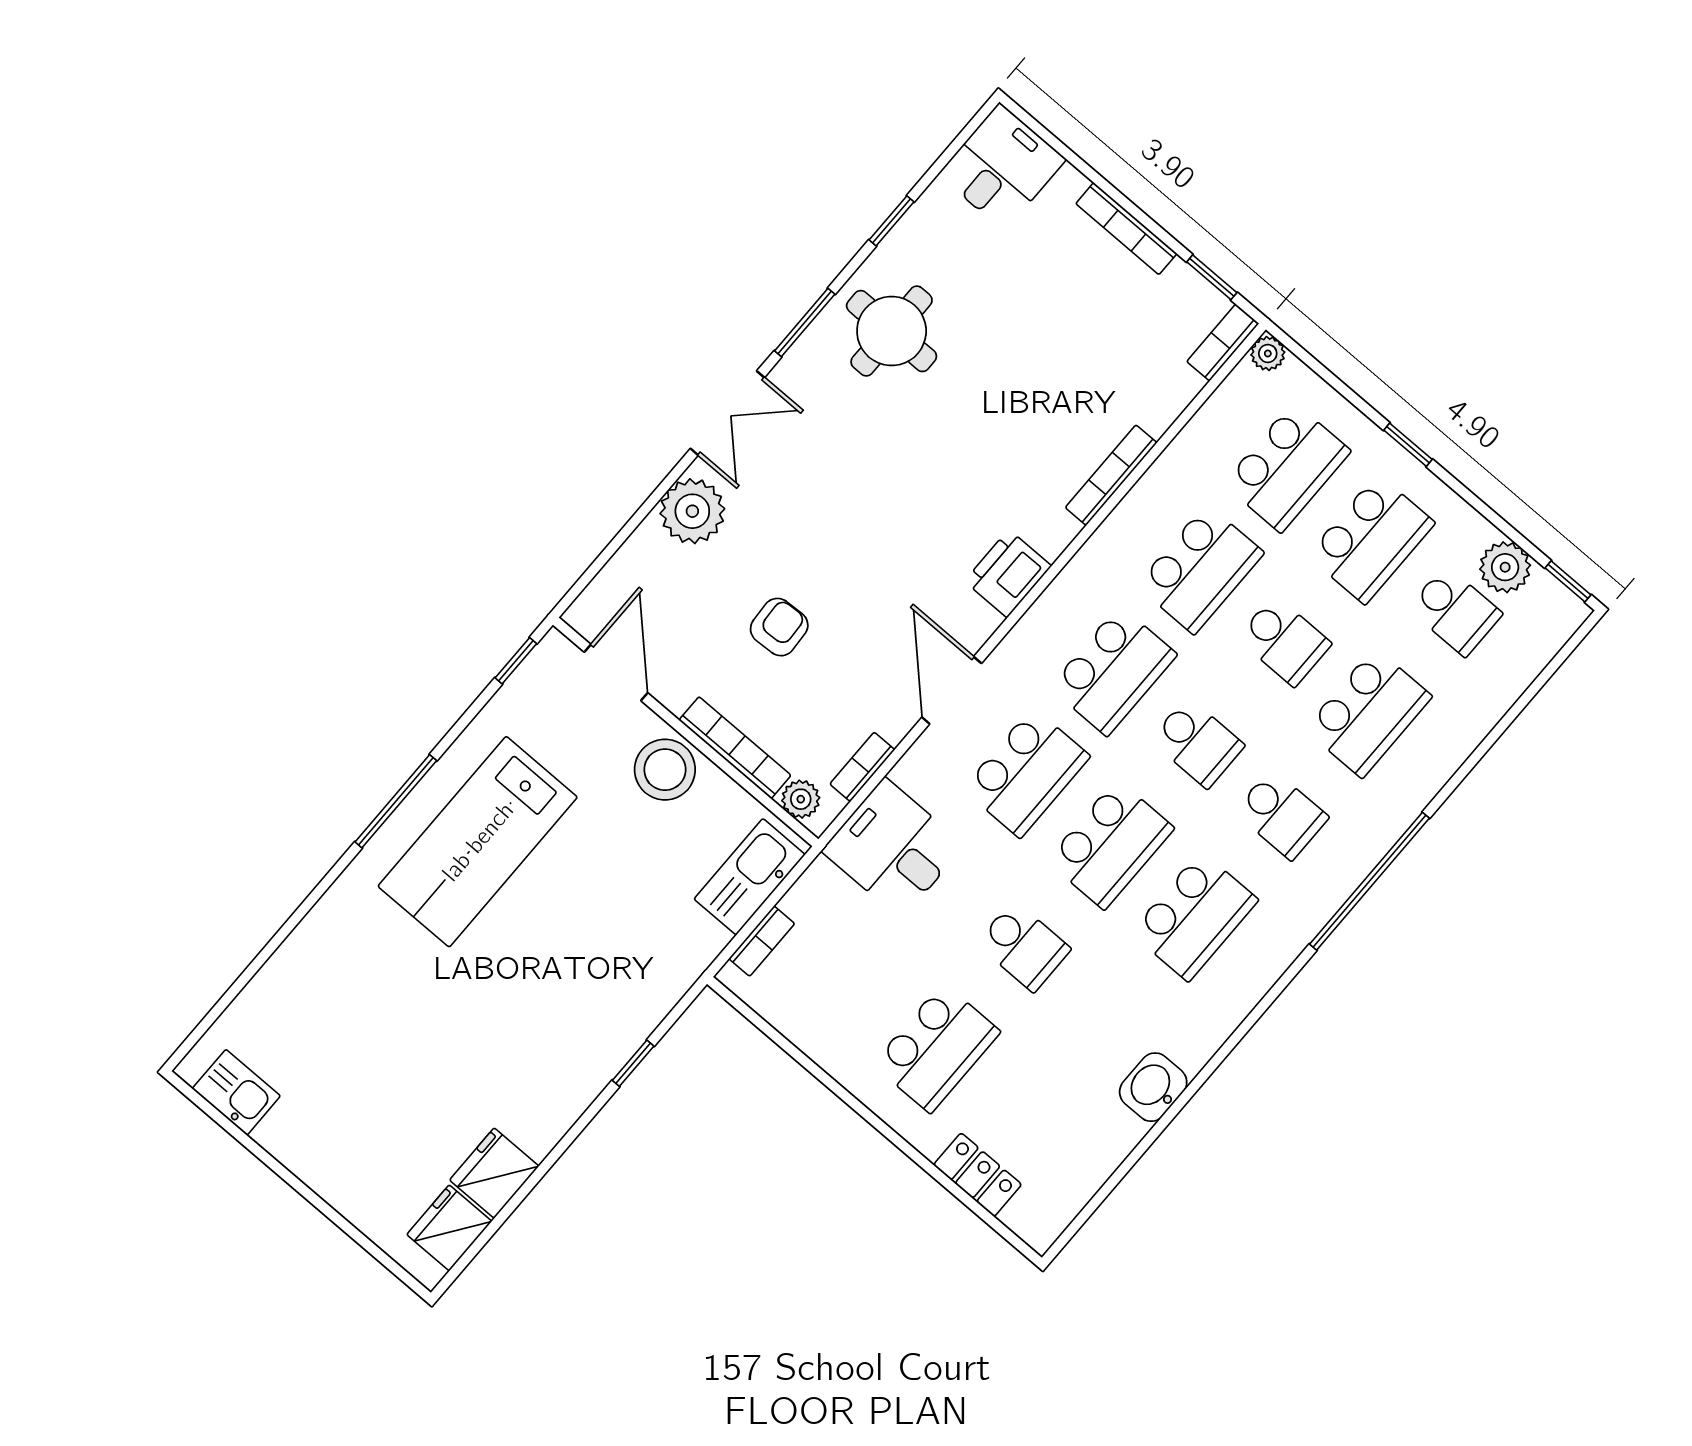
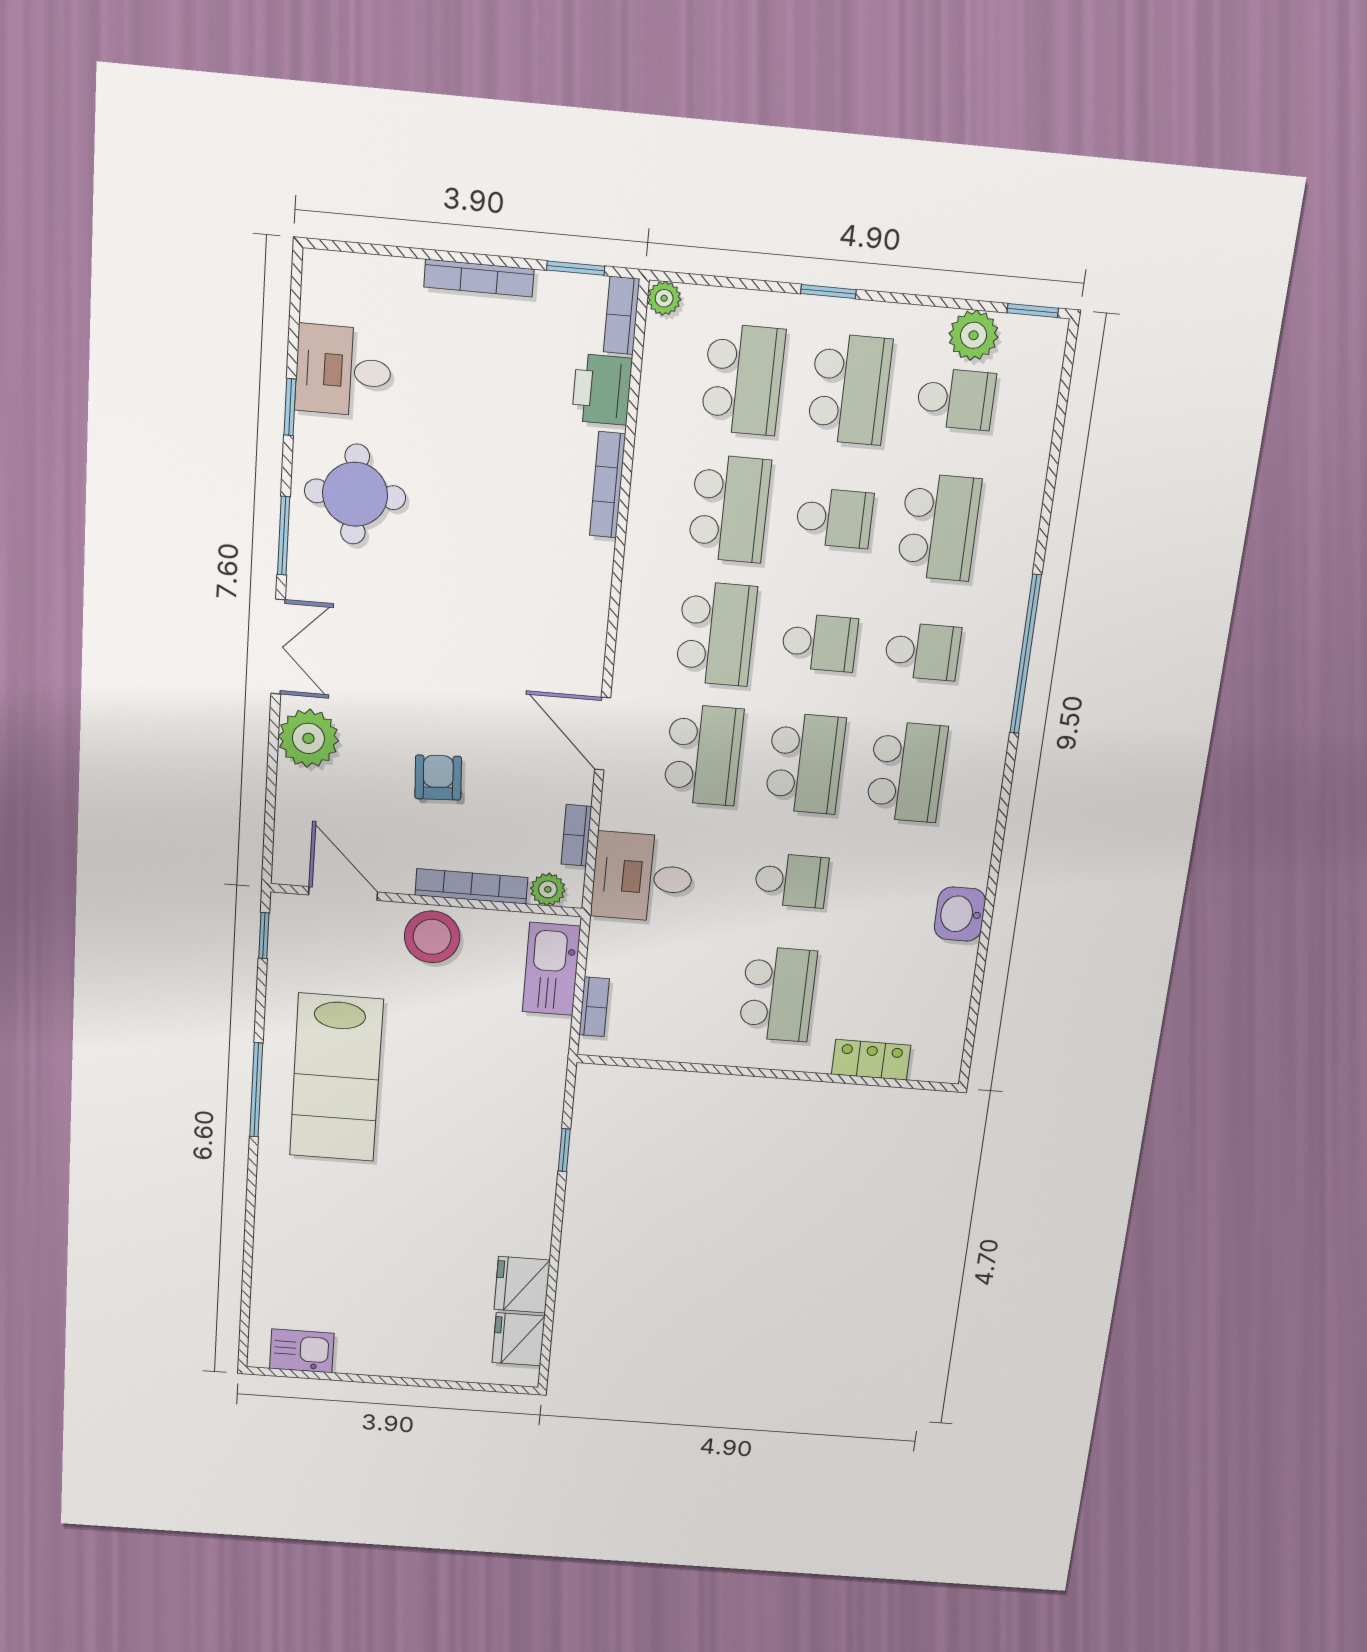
desk: (1002, 167) -> (343, 371), moved, turned -90
printer: (1008, 574) -> (602, 389), moved

